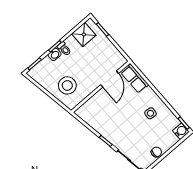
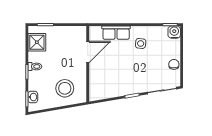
washbasin: (55, 54) -> (33, 97), moved
door: (110, 79) -> (88, 52), hinge flipped
row of seats: (135, 79) -> (116, 33), moved

